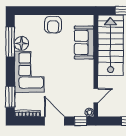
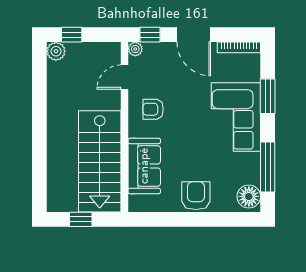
floor lamp: (22, 43) -> (249, 196), moved
armchair: (79, 76) -> (153, 109), added
window: (10, 97) -> (268, 96), moved

